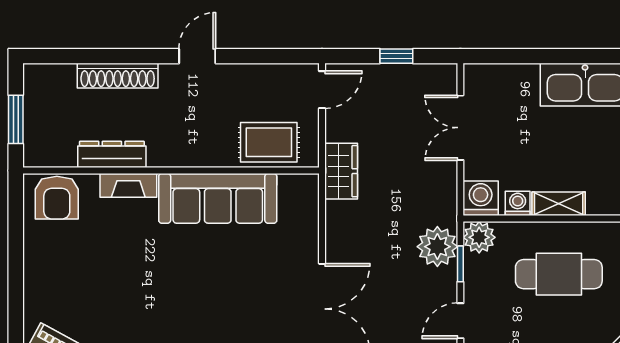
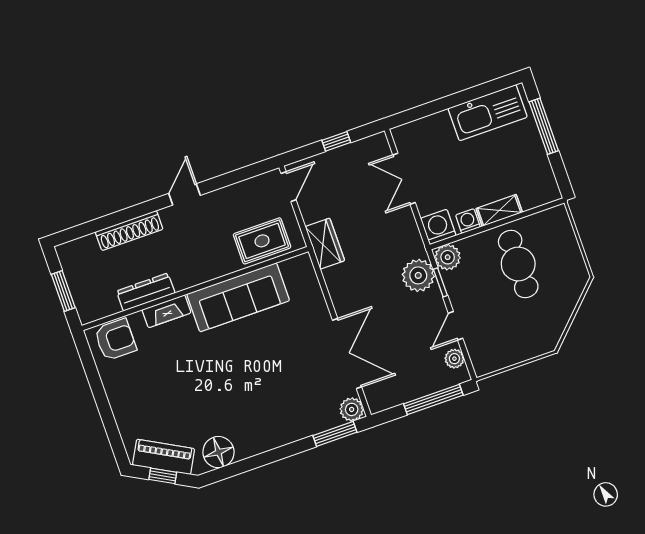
armchair: (57, 198) -> (115, 340), turned -90
cafe table: (559, 274) -> (518, 264), turned 90

